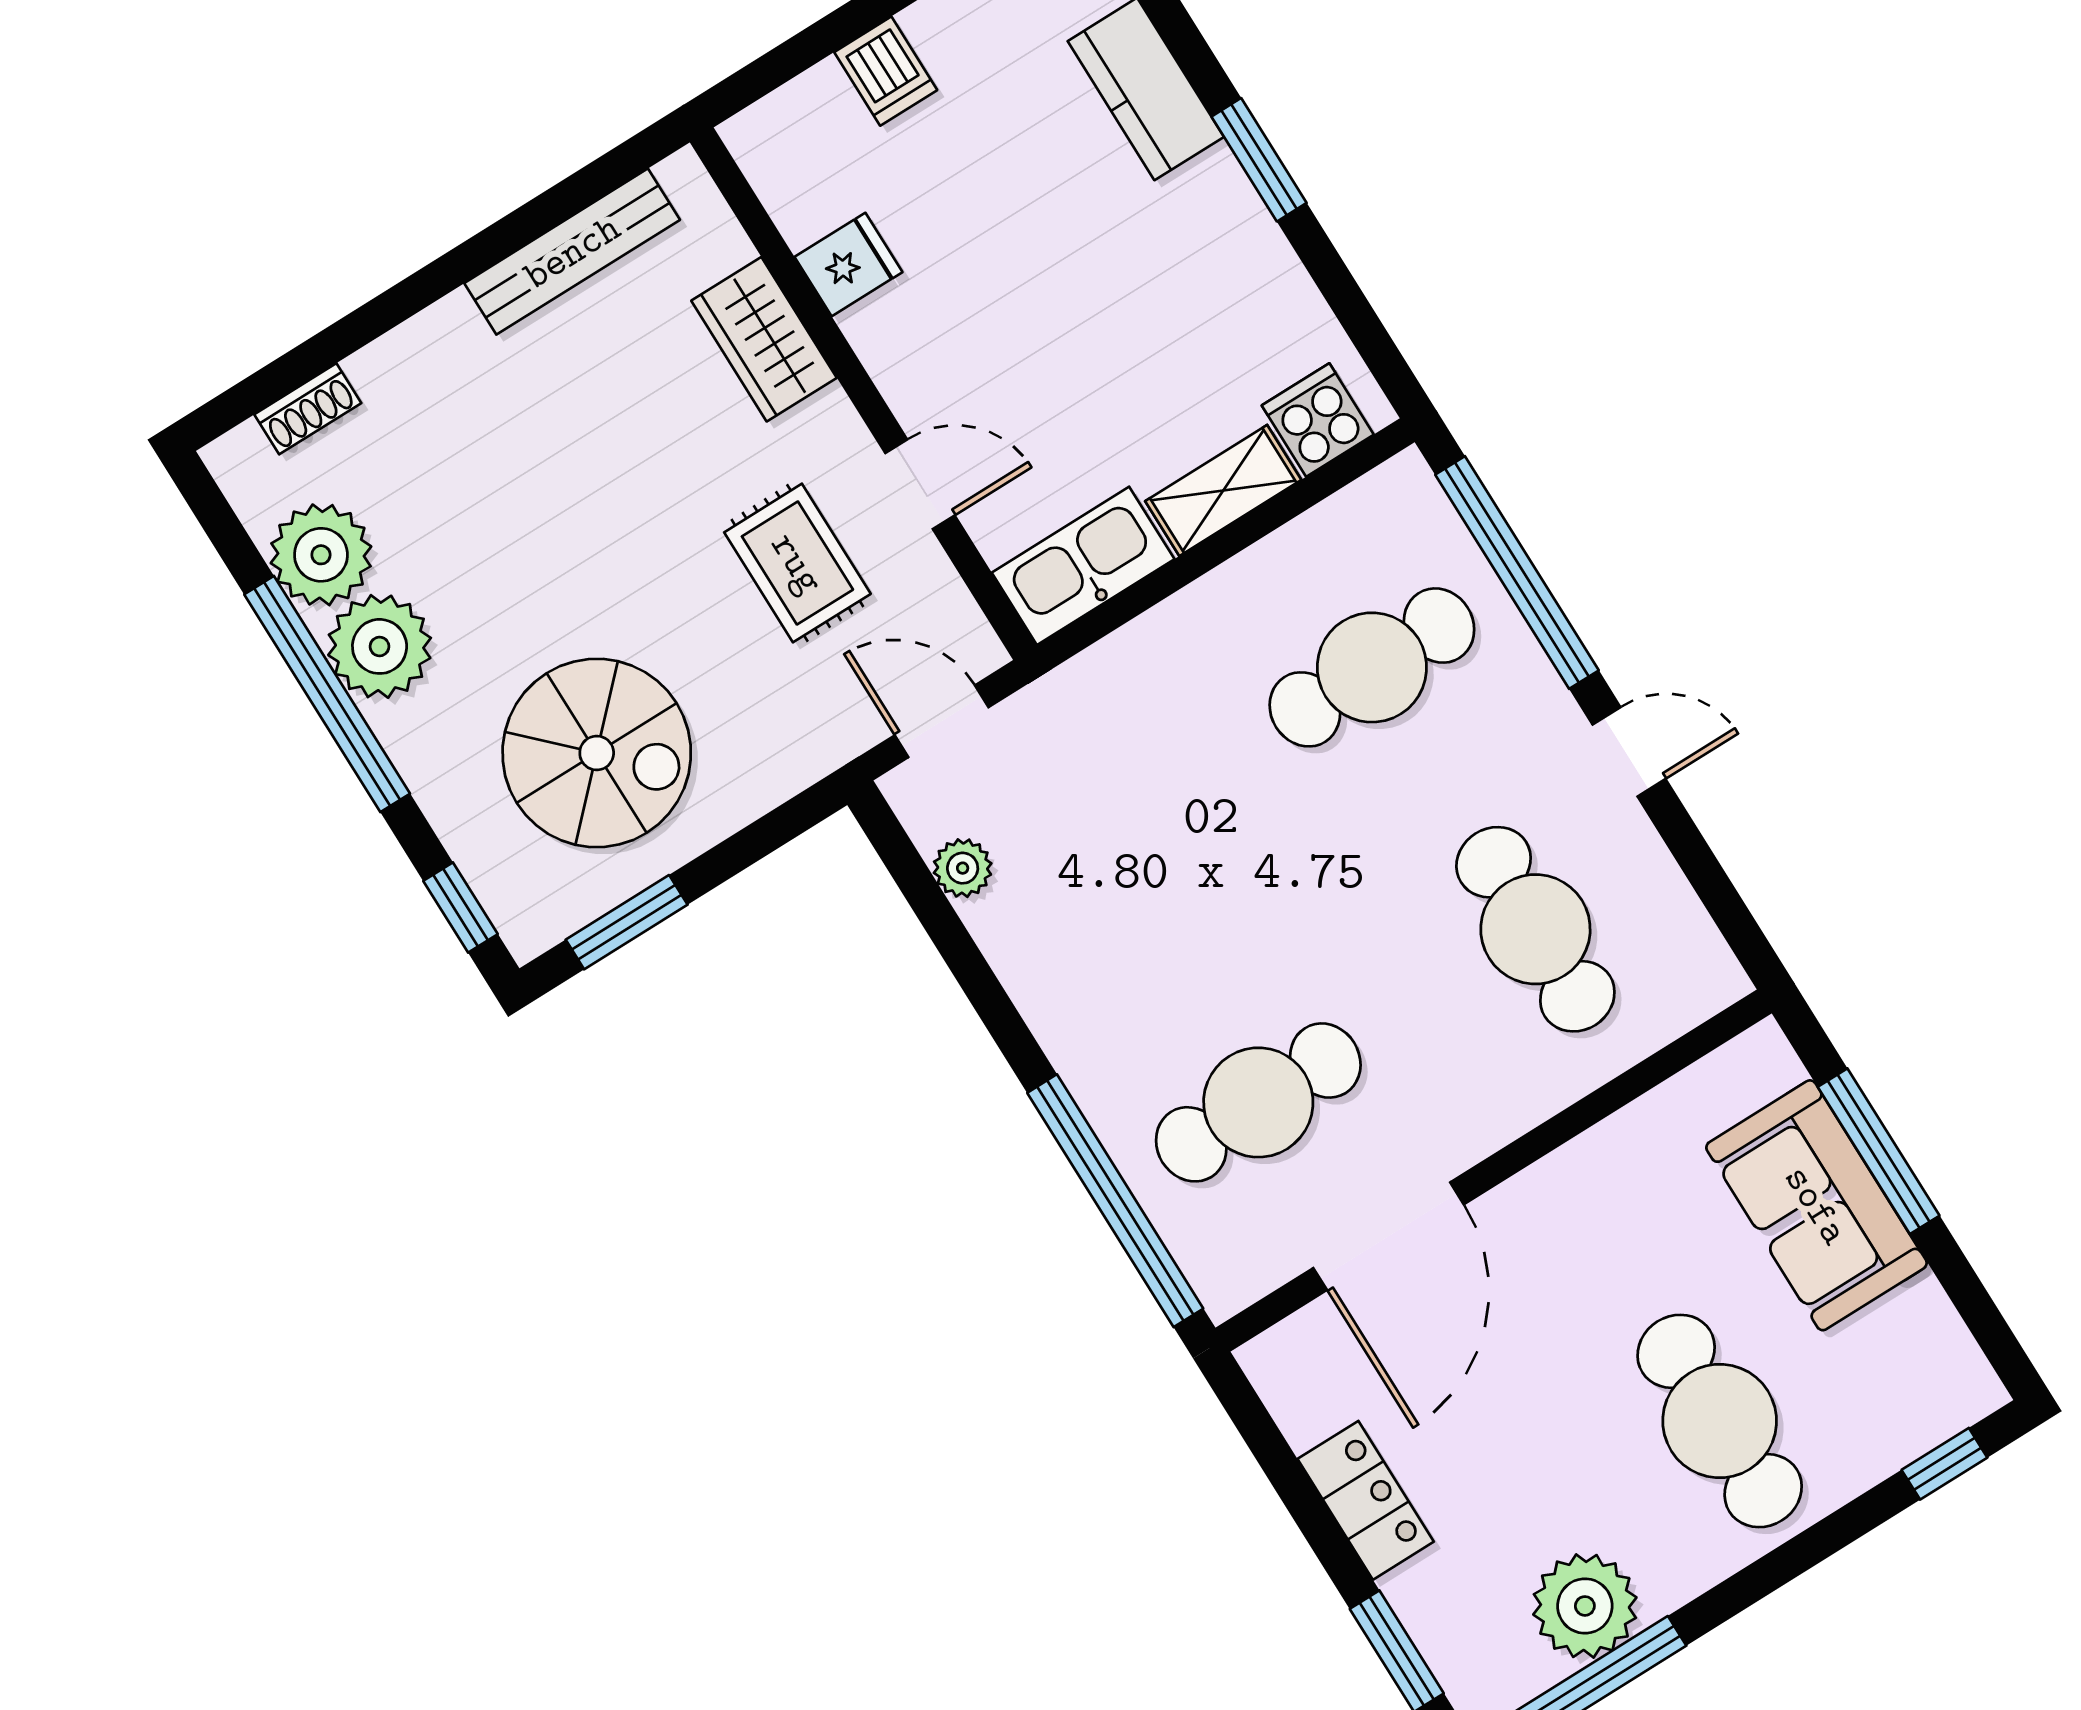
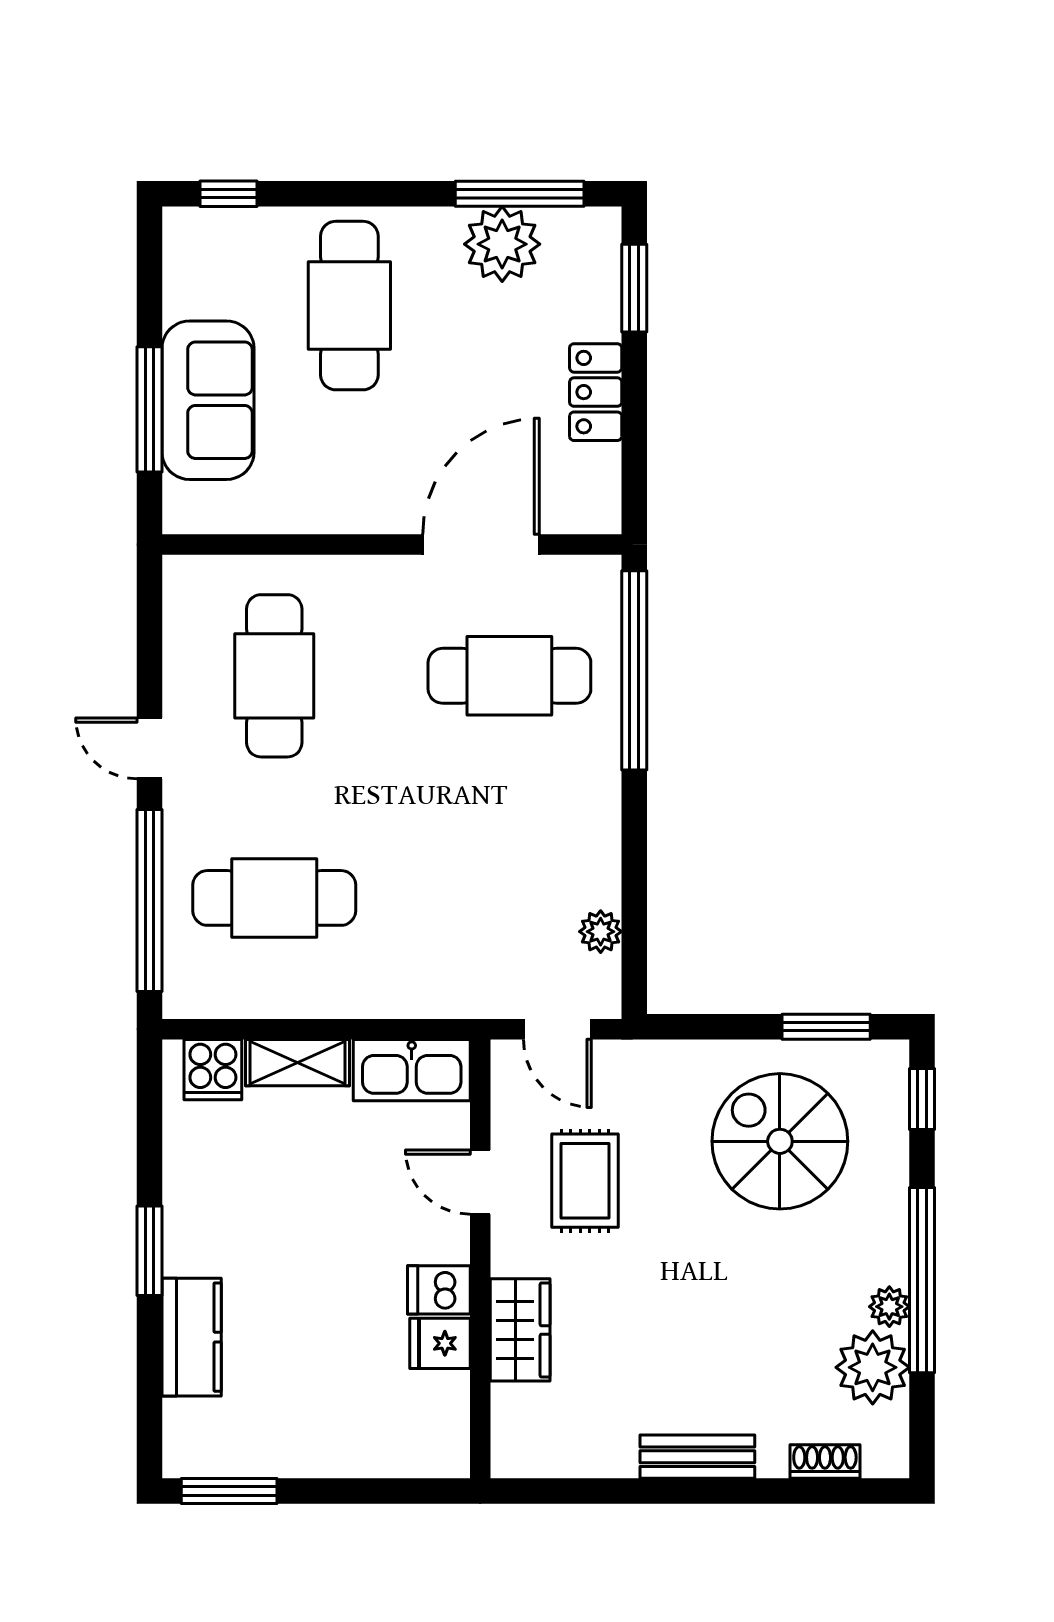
dishwasher: (886, 71) -> (439, 1290), moved, turned -90
bench: (572, 252) -> (697, 1457), moved, width x0.73
plant: (380, 646) -> (889, 1307), width x0.53, depth x0.53

